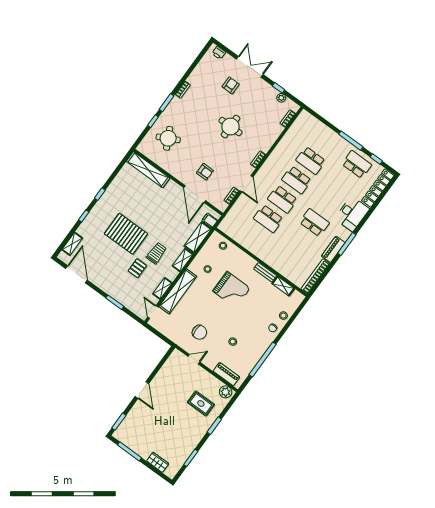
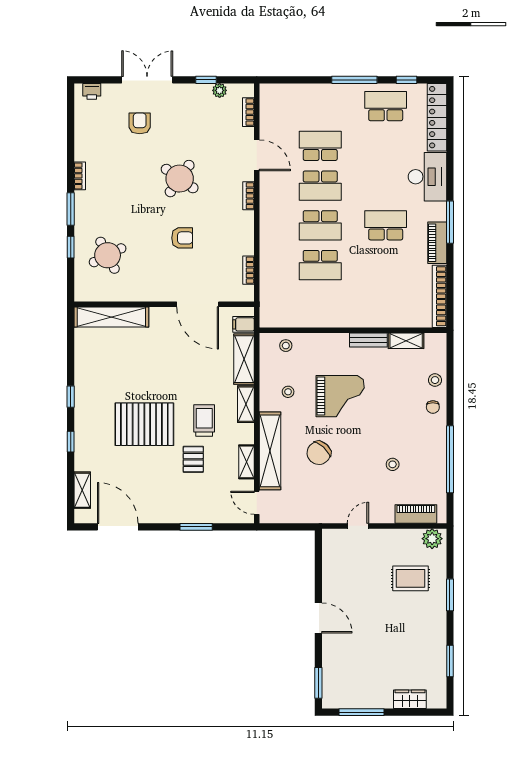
round table: (230, 127) -> (180, 179), turned 35
school desk: (311, 161) -> (320, 146), turned 180
armchair: (205, 172) -> (182, 238), moved
door: (246, 184) -> (257, 155), moved
chair: (199, 332) -> (319, 453), moved, turned 132

